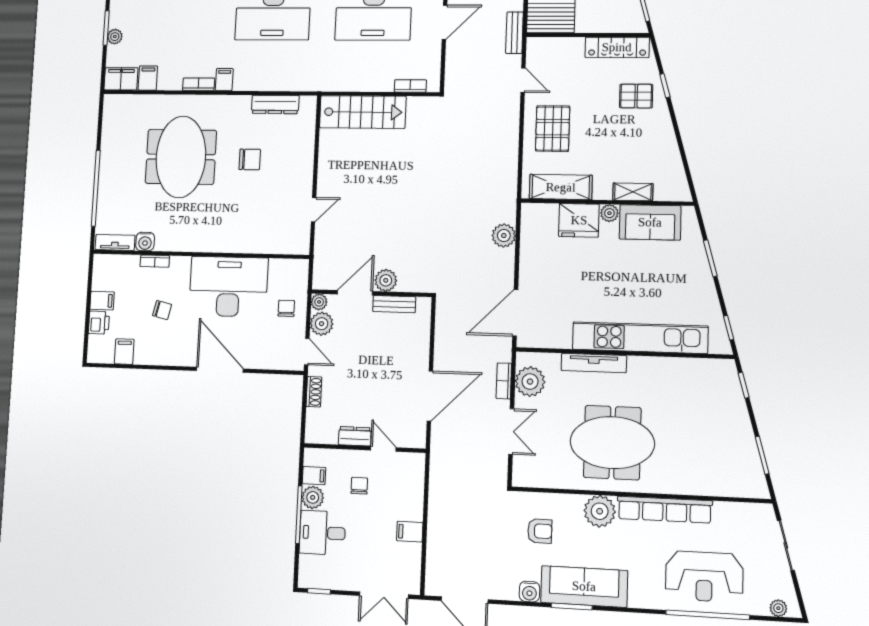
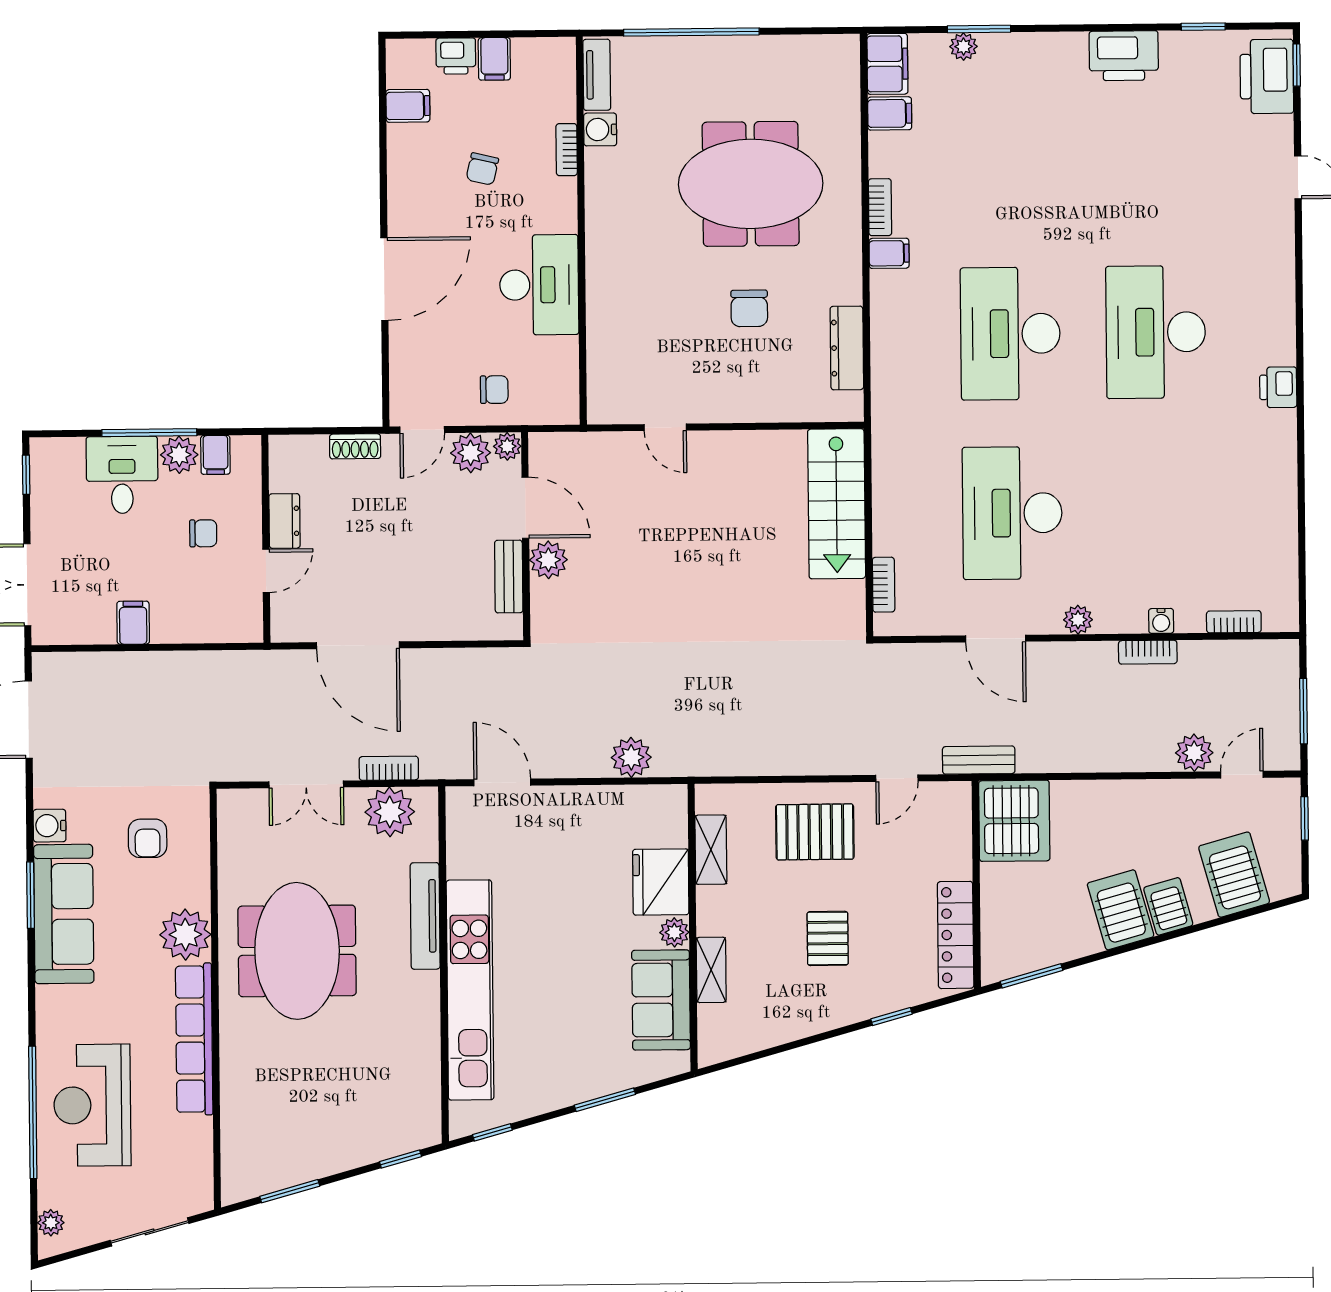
pallet: (636, 96) -> (828, 938), moved
shelving: (561, 187) -> (711, 850), width x0.67, depth x0.75
desk: (228, 287) -> (539, 285), width x0.73, depth x0.77
door: (515, 313) -> (502, 782), width x0.73

